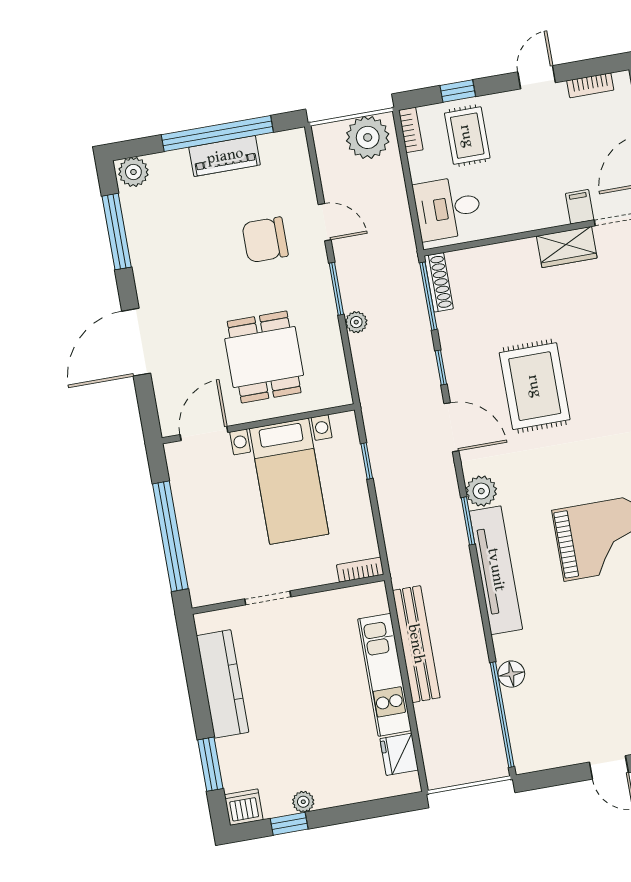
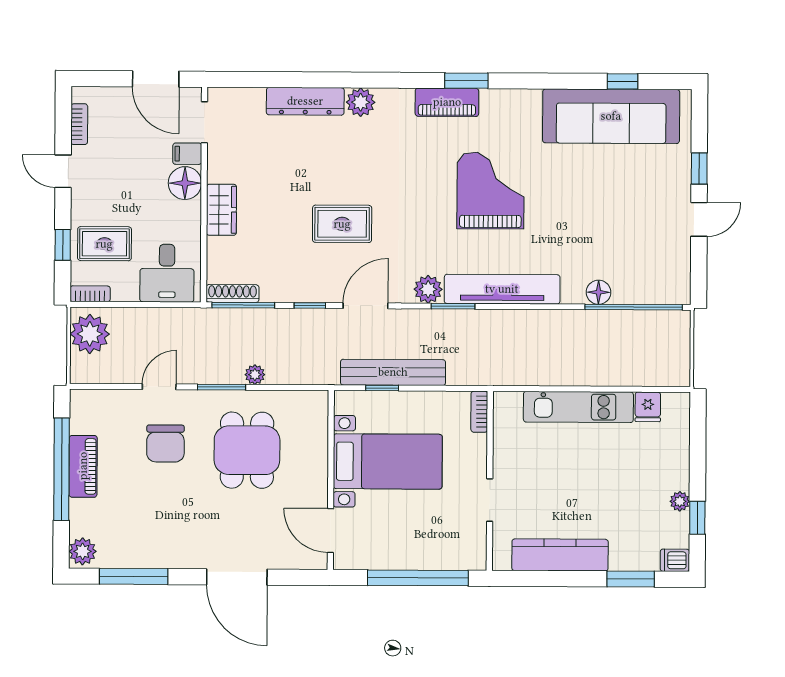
floor lamp: (548, 210) -> (185, 183), added
wardrobe: (567, 247) -> (221, 210), moved
dining table: (264, 357) -> (247, 450), moved, turned 90
rug: (535, 386) -> (342, 224), width x0.73, depth x0.70
bench: (416, 644) -> (393, 372), moved
fridge: (399, 754) -> (648, 407), width x0.72
dishwasher: (244, 807) -> (675, 560), width x0.73

